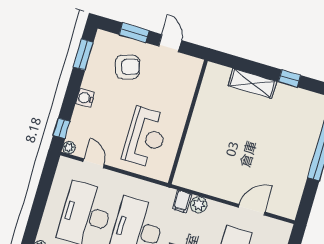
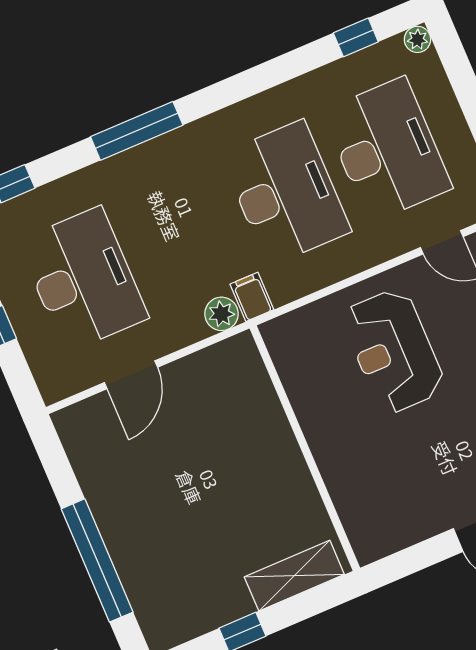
wall: (188, 122) -> (305, 448), moved

